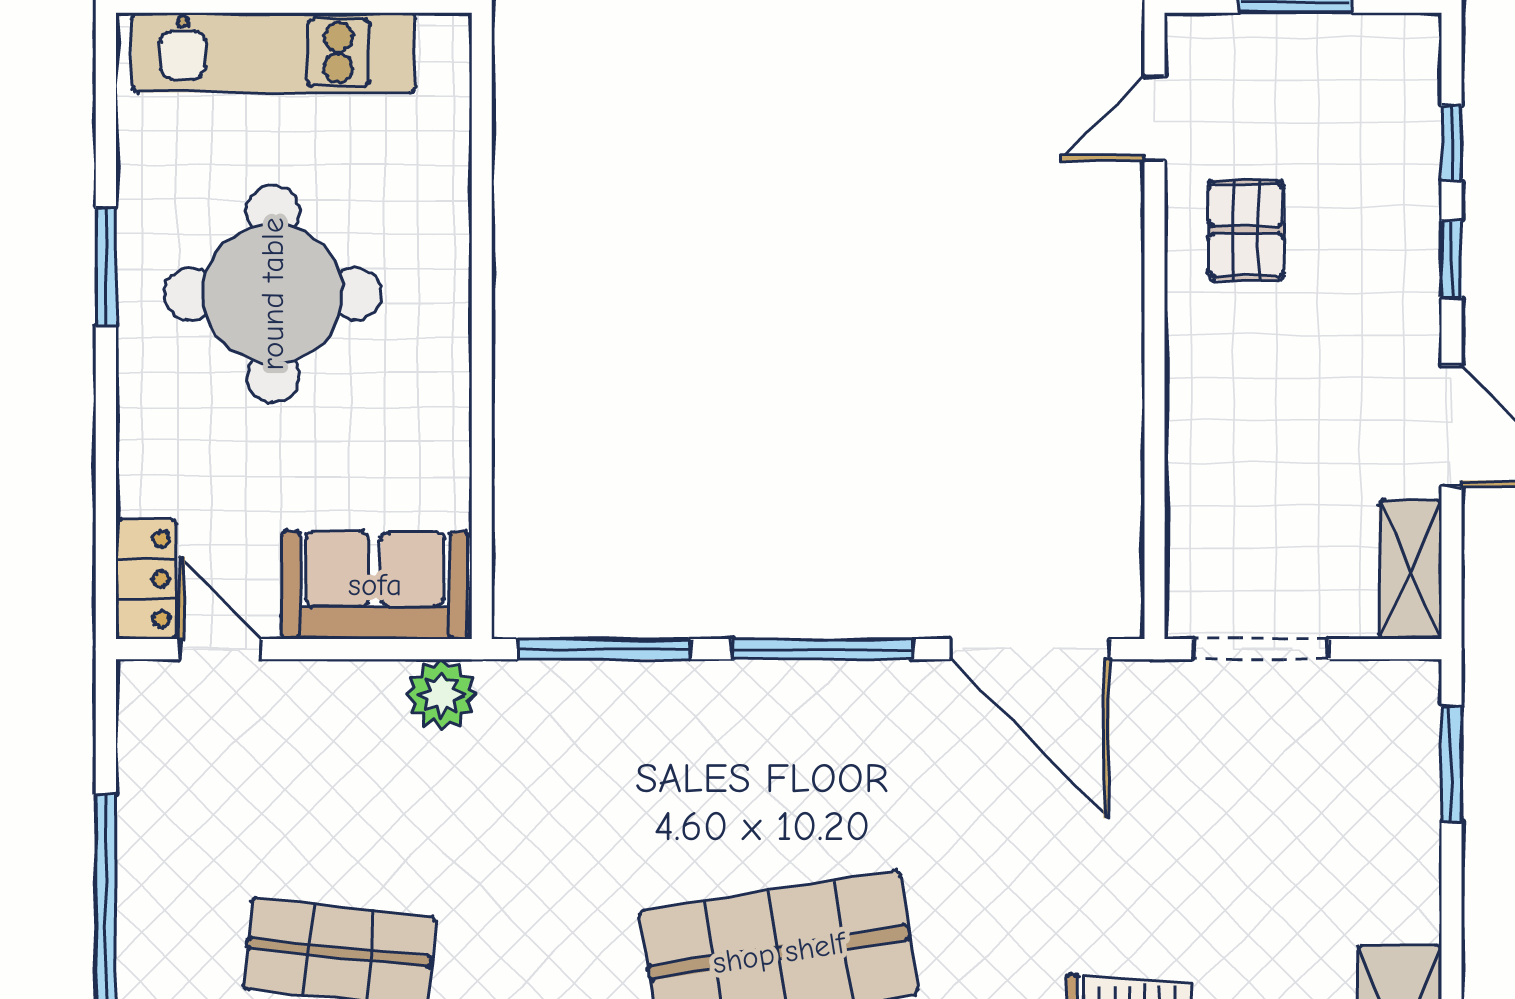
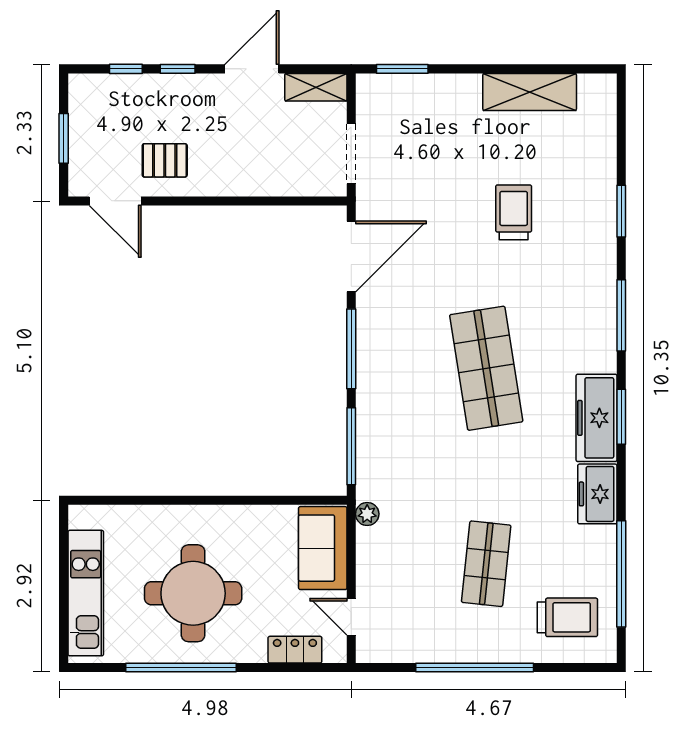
door: (1155, 119) -> (115, 201), width x1.38
window: (106, 267) -> (181, 668), width x2.11
locker: (146, 579) -> (295, 650), moved
door: (220, 649) -> (351, 617), hinge flipped
plant: (441, 695) -> (367, 514), width x0.73, depth x0.73

